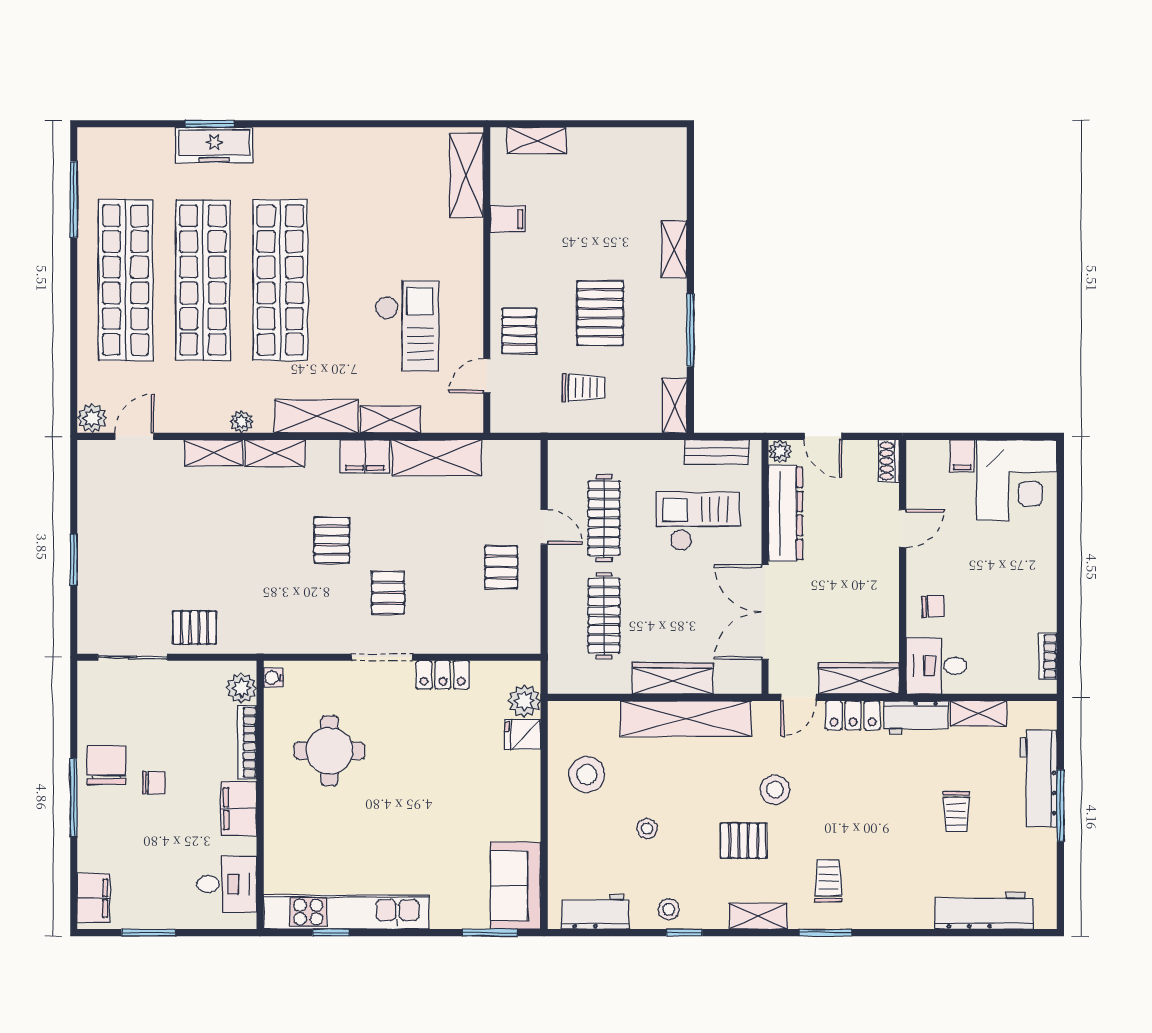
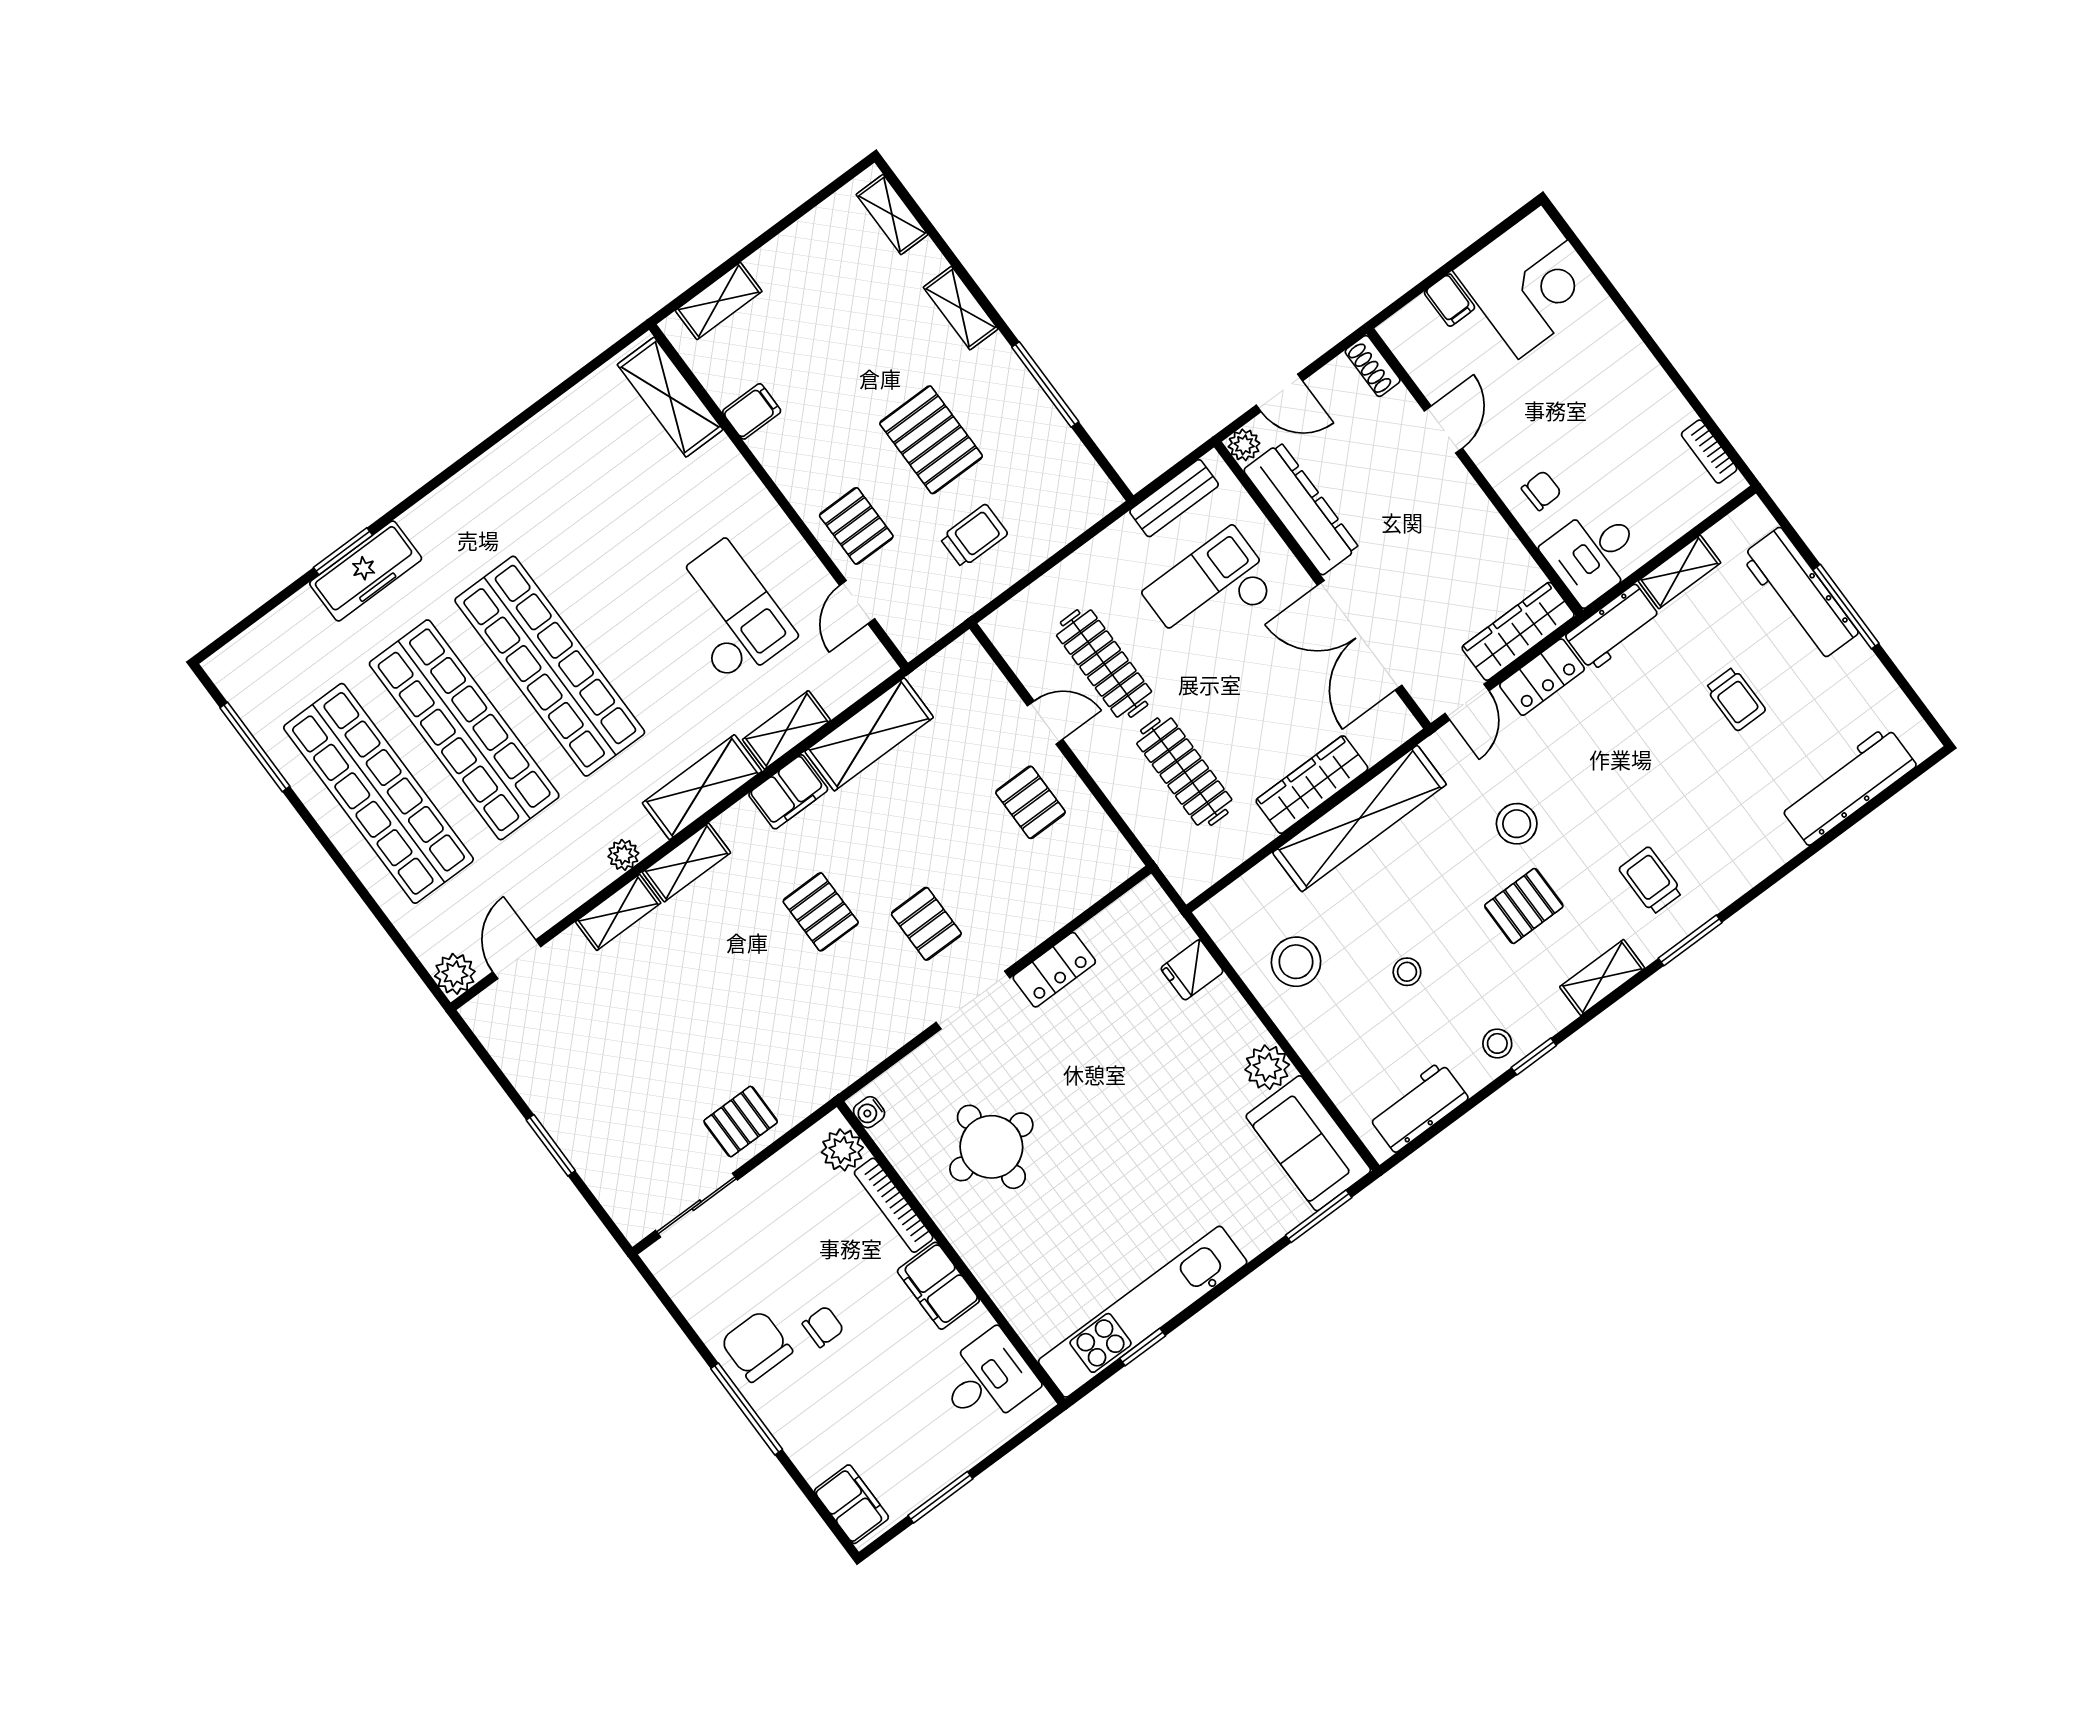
shelving: (675, 406) -> (892, 215), moved
plant: (524, 701) -> (1267, 1067), moved

